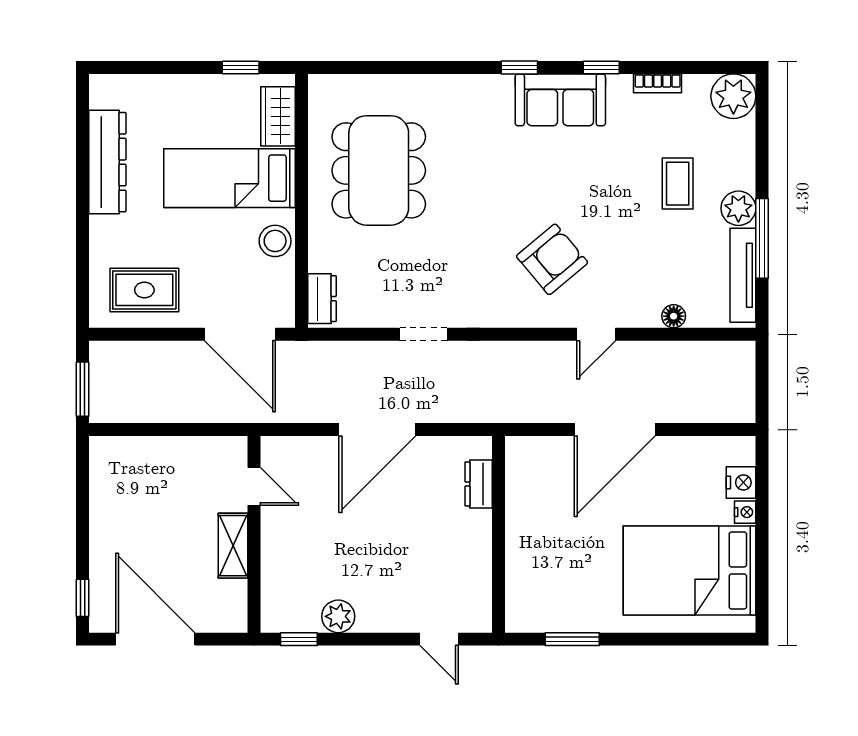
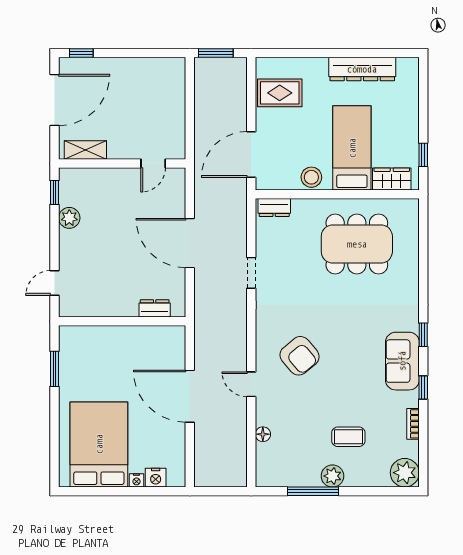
tv unit: (743, 275) -> (289, 479), removed
rug: (144, 290) -> (280, 93), turned 90
shelving: (233, 546) -> (85, 150), moved

